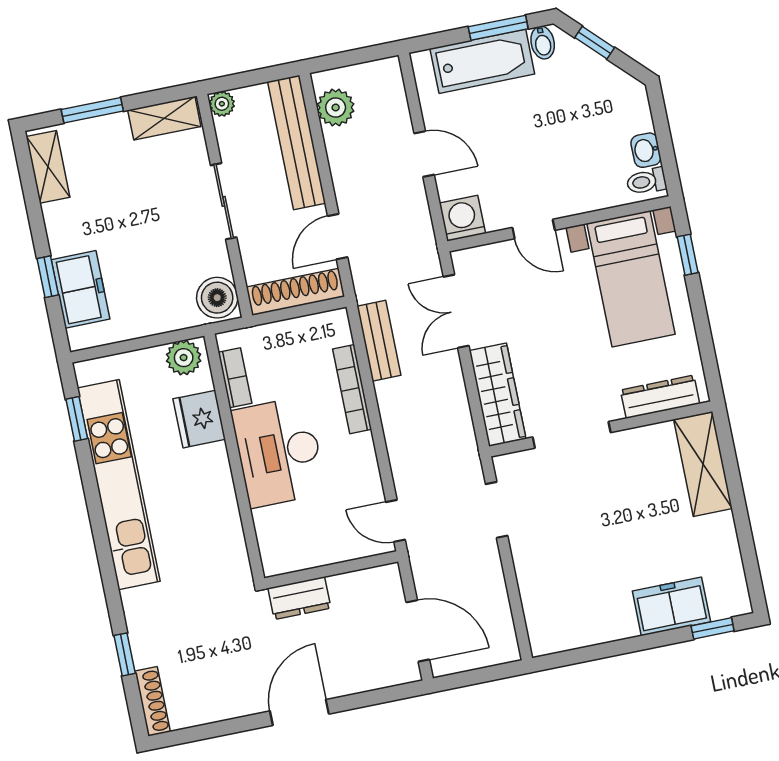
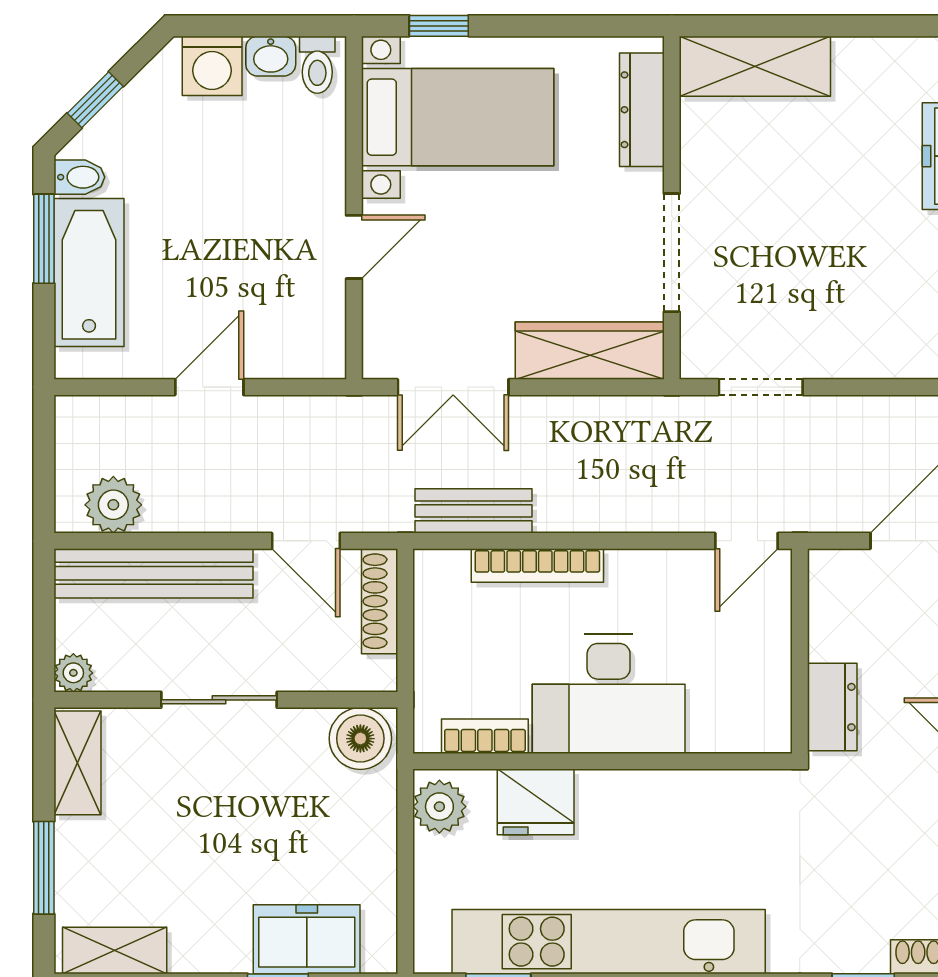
washing machine: (462, 218) -> (212, 66), moved, turned -90
shoe rack: (296, 292) -> (380, 601), width x0.74, depth x0.81

